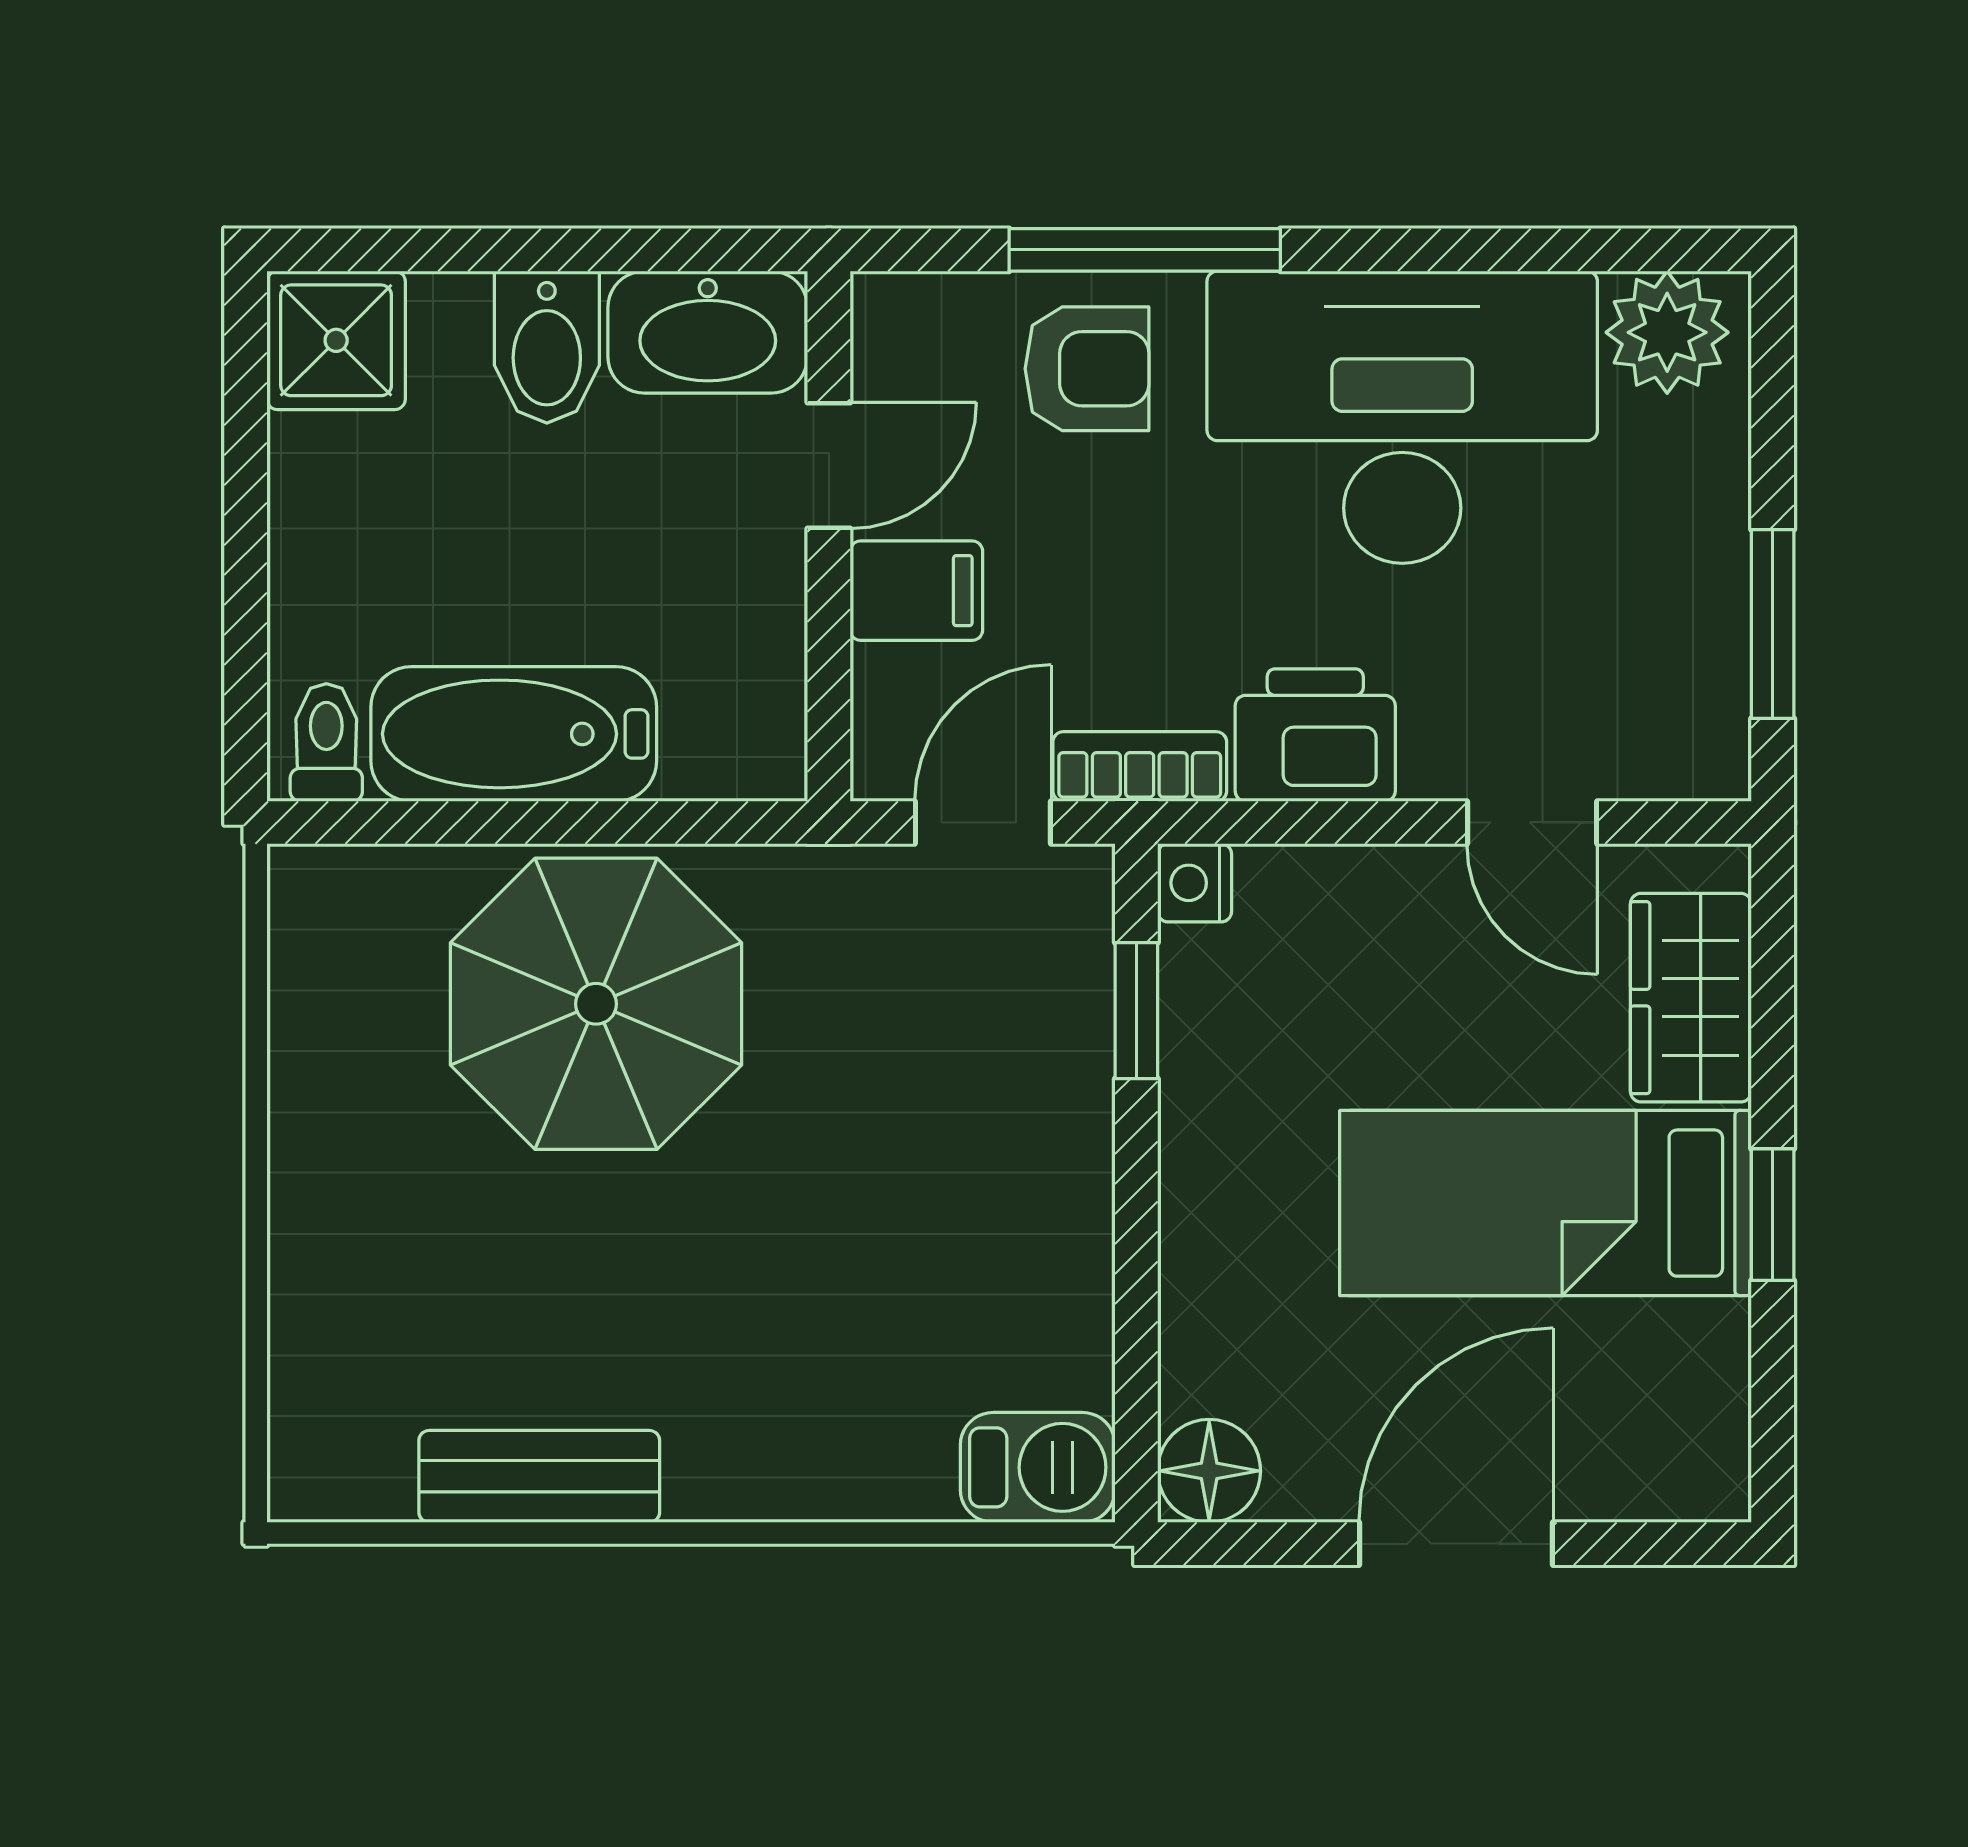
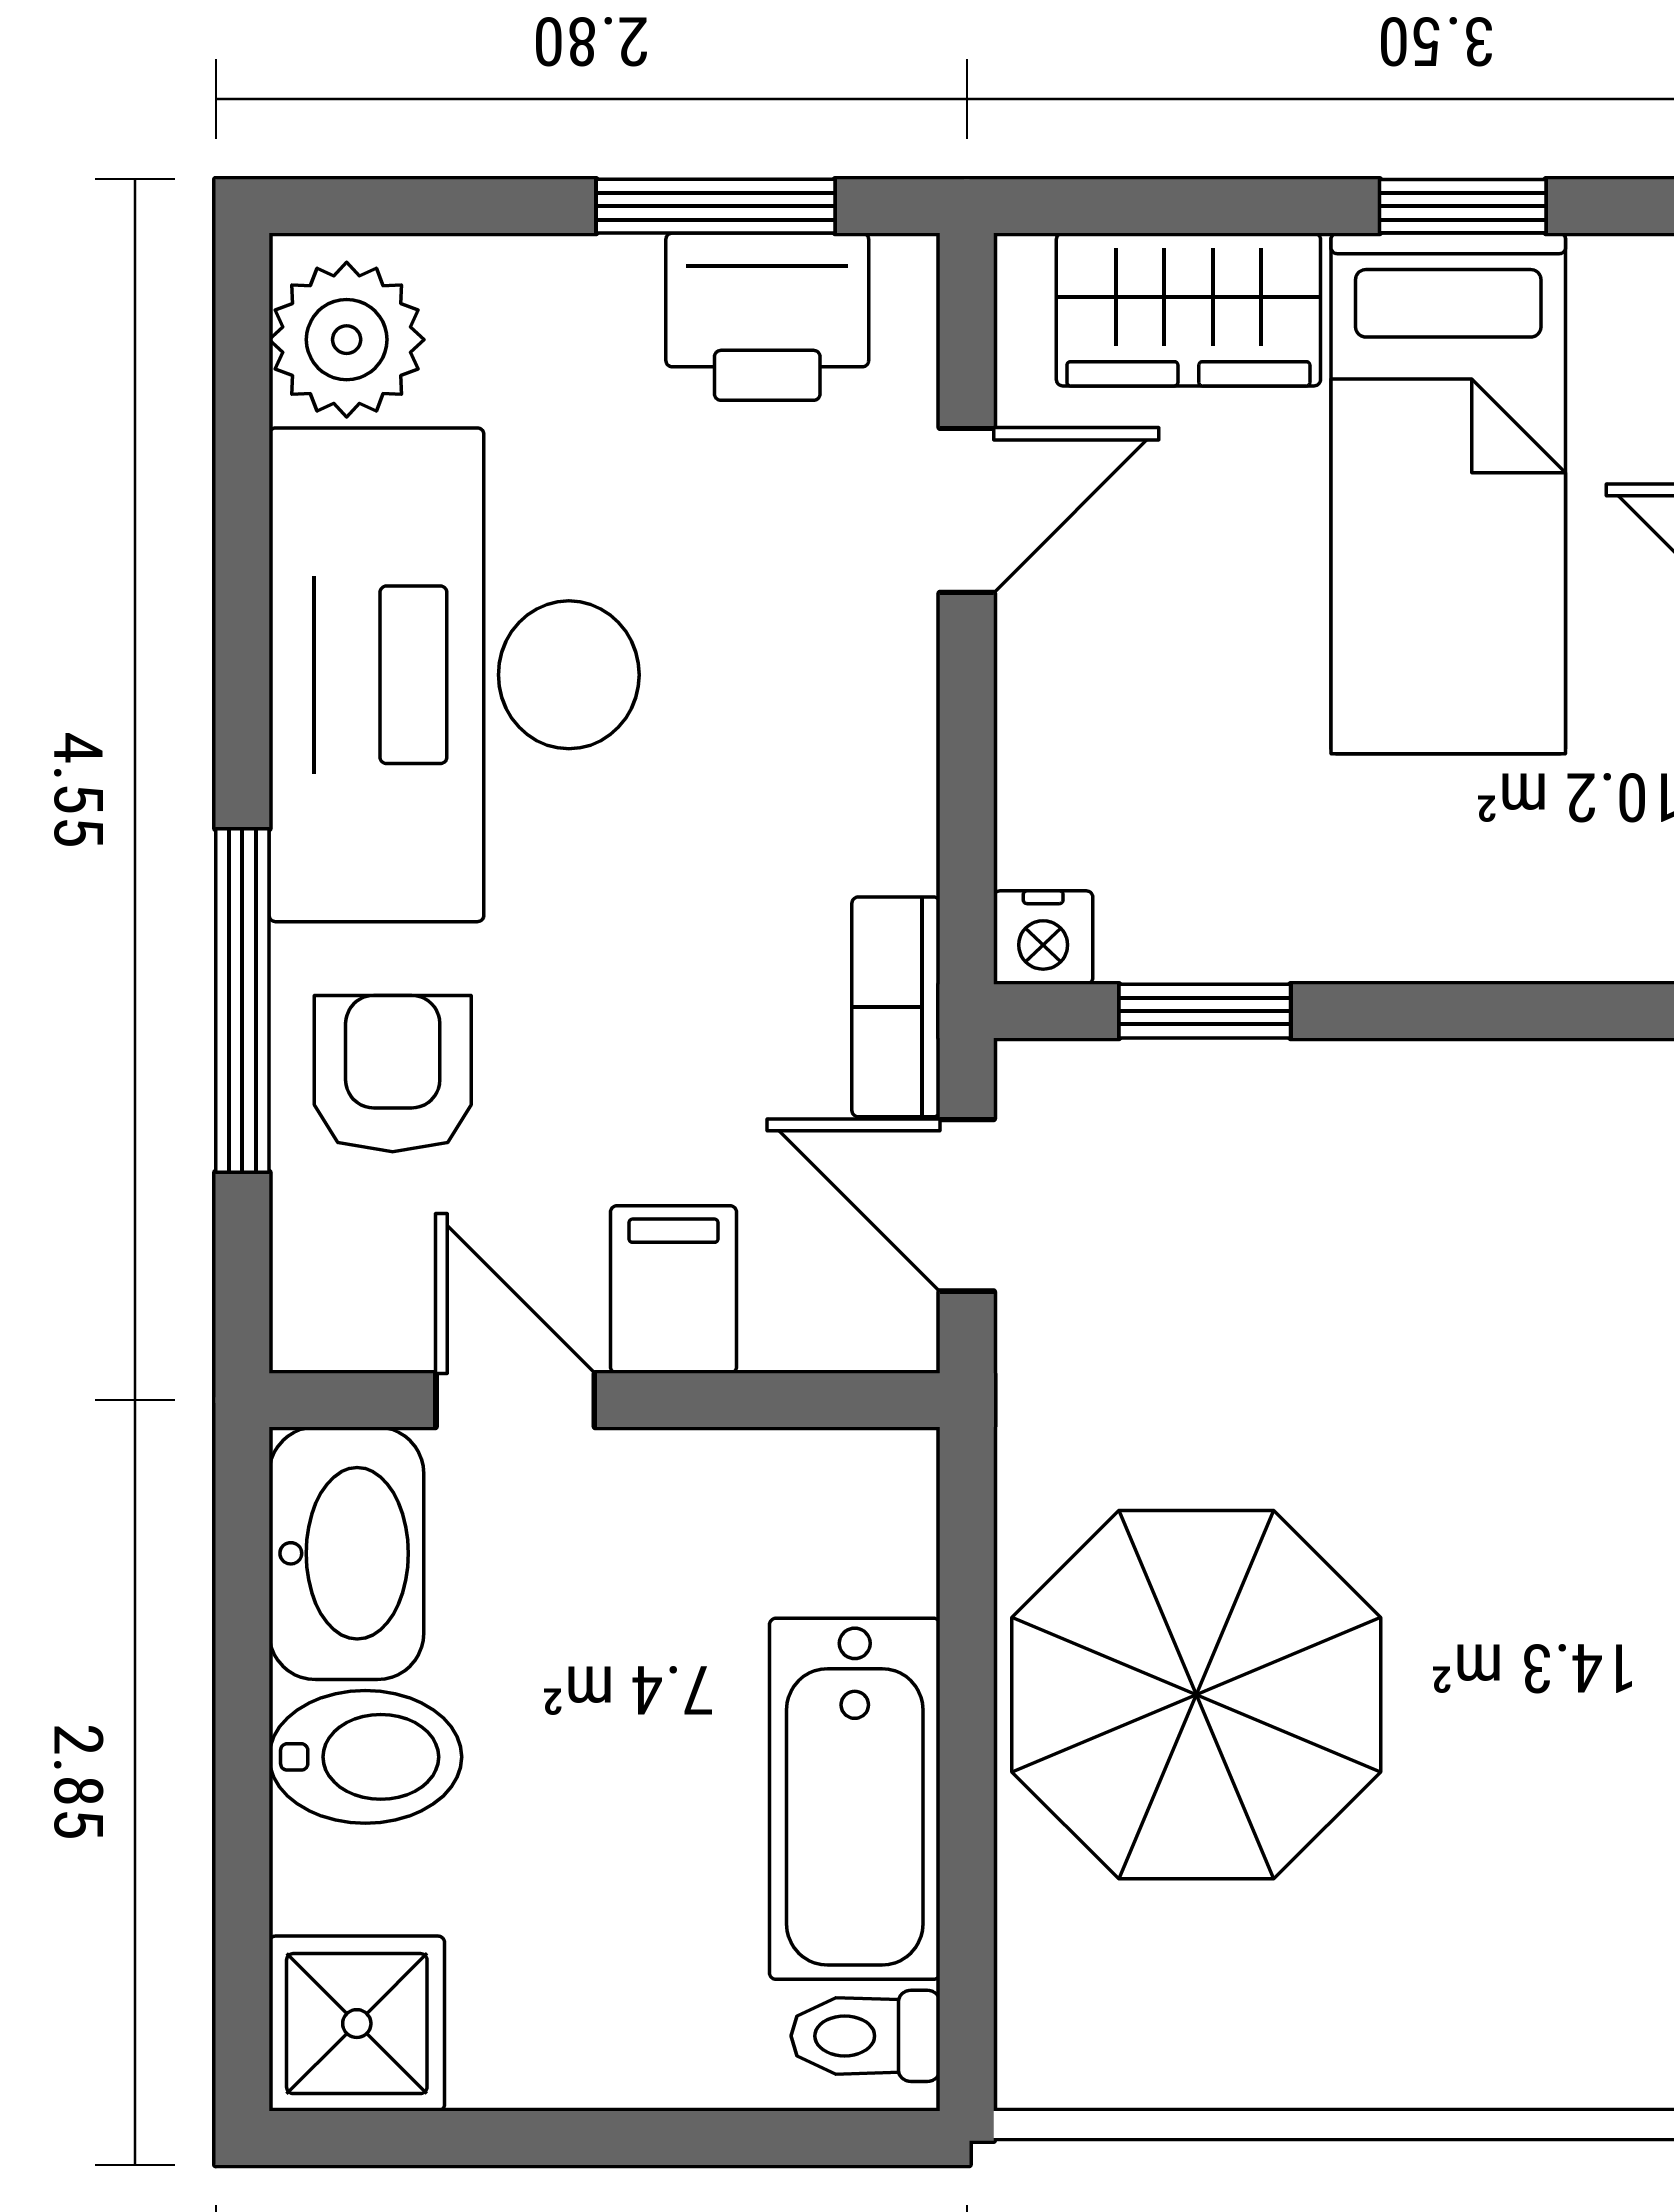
printer: (1315, 735) -> (767, 317), moved, turned -90

